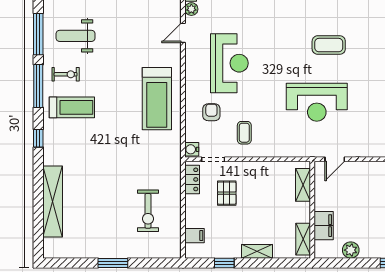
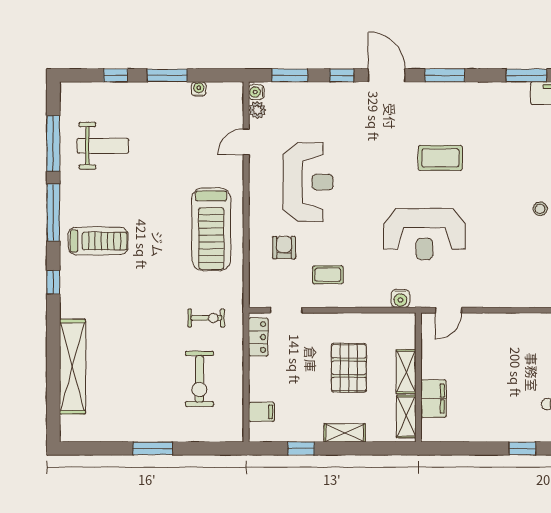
weight bench: (76, 36) -> (103, 146), turned 180
exercise bike: (66, 74) -> (206, 318), moved
coffee table: (244, 133) -> (328, 275), turned 90
water cooler: (192, 149) -> (400, 298), moved, turned -90
shelving: (303, 185) -> (406, 372), moved
pallet: (227, 193) -> (349, 368), moved, width x1.50, depth x1.42
plant: (351, 250) -> (470, 431), removed

